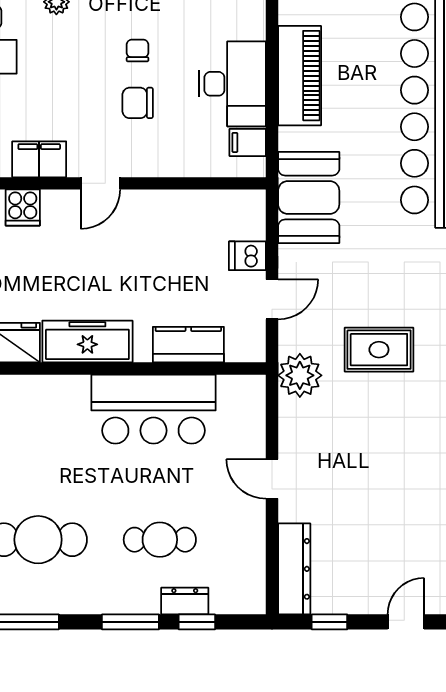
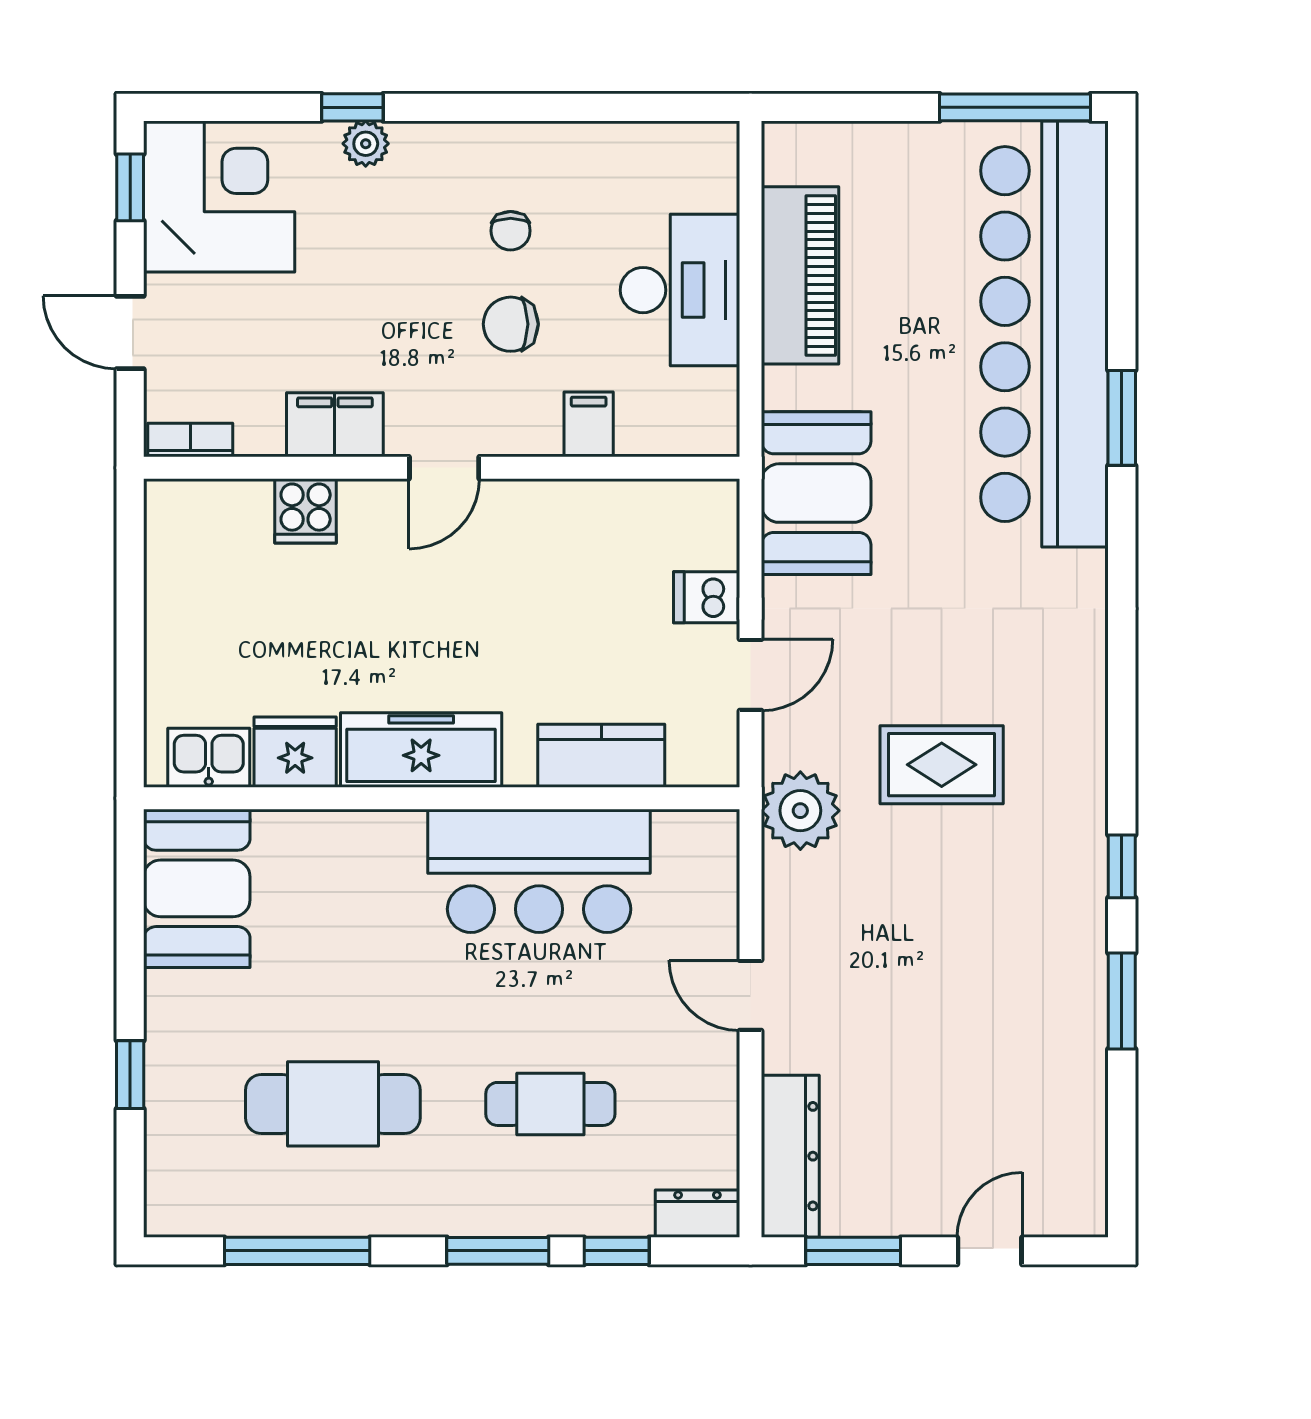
chair: (138, 51) -> (511, 231), turned 180
filing cabinet: (248, 142) -> (589, 424), moved, turned 90
dresser: (185, 601) -> (697, 1214), moved
window: (329, 622) -> (853, 1251), width x1.50

